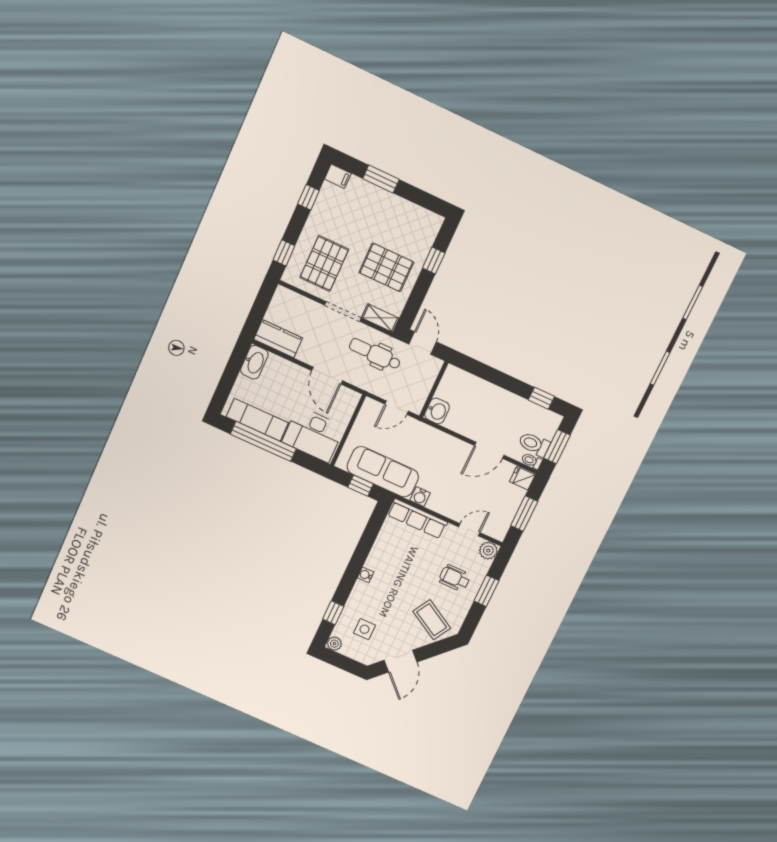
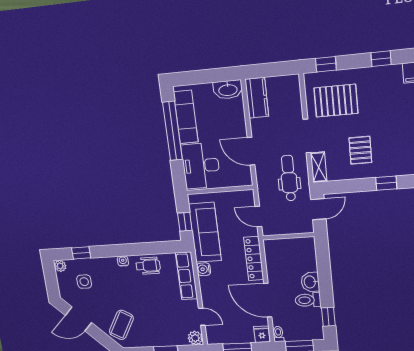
pallet: (386, 267) -> (360, 150), width x0.67, depth x0.71
door: (327, 376) -> (251, 151), hinge flipped
washbasin: (437, 411) -> (310, 282), moved, turned 90
locker: (437, 438) -> (254, 259), added
toilet: (534, 444) -> (308, 300), moved, turned -90
door: (489, 450) -> (268, 300), width x1.36
wheelchair: (455, 578) -> (148, 266), moved, turned 90

